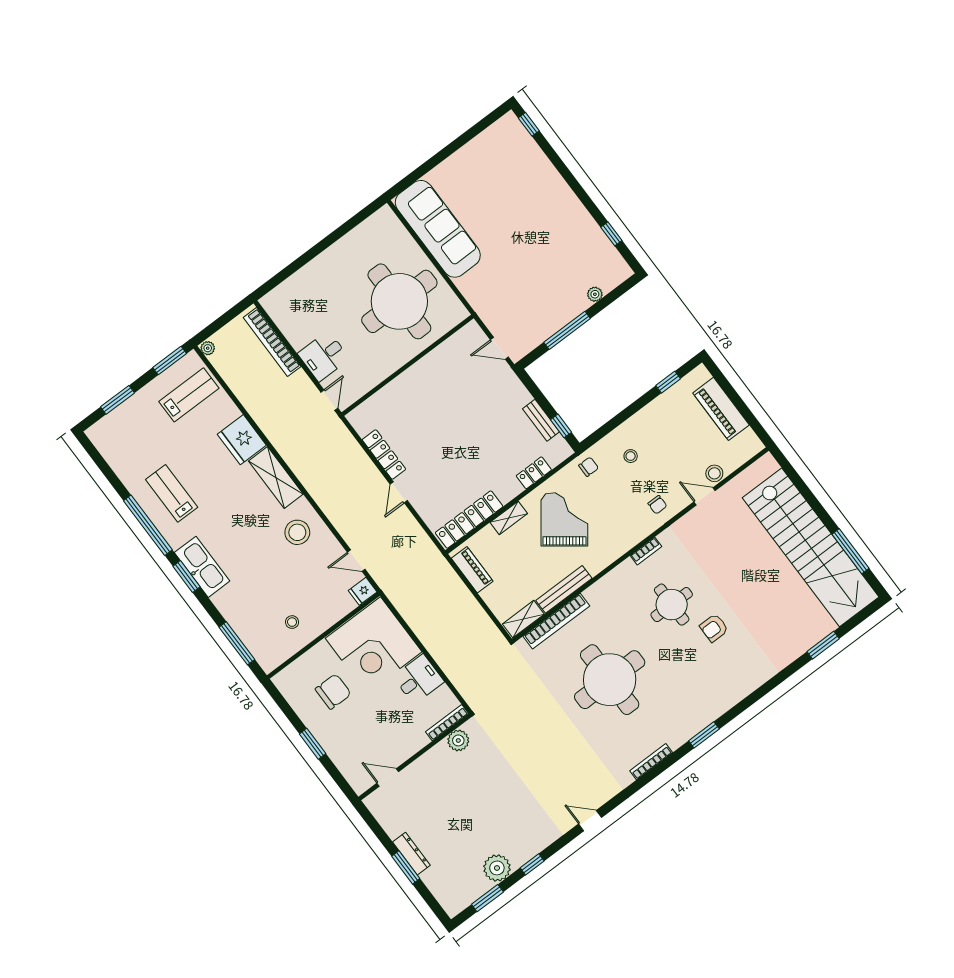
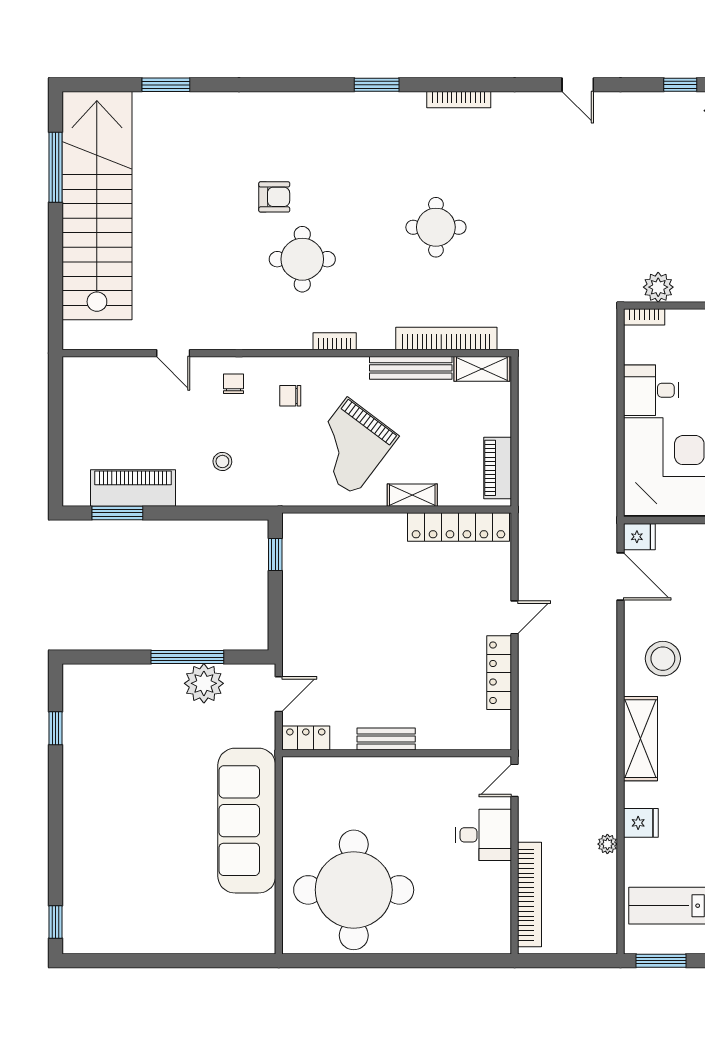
sofa: (438, 229) -> (247, 821), moved
plant: (595, 294) -> (204, 683), moved, width x1.88, depth x1.88
round table: (399, 301) -> (354, 890), moved
plant: (208, 348) -> (607, 844), moved
door: (499, 348) -> (279, 694), hinge flipped
window: (668, 382) -> (117, 513), width x1.50
piano: (721, 409) -> (133, 488), moved, turned -90
bench: (541, 420) -> (386, 739), moved, turned 90
fridge: (242, 440) -> (641, 823), width x0.53, depth x0.75
chair: (589, 467) -> (290, 396), moved
locker: (534, 473) -> (306, 738), moved, turned 180
stool: (714, 473) -> (143, 371), removed
bookcase: (646, 551) -> (335, 341), moved
door: (356, 561) -> (621, 577), width x1.38
round table: (610, 680) -> (436, 227), width x0.54, depth x0.54
bookcase: (447, 723) -> (644, 317), width x0.64

